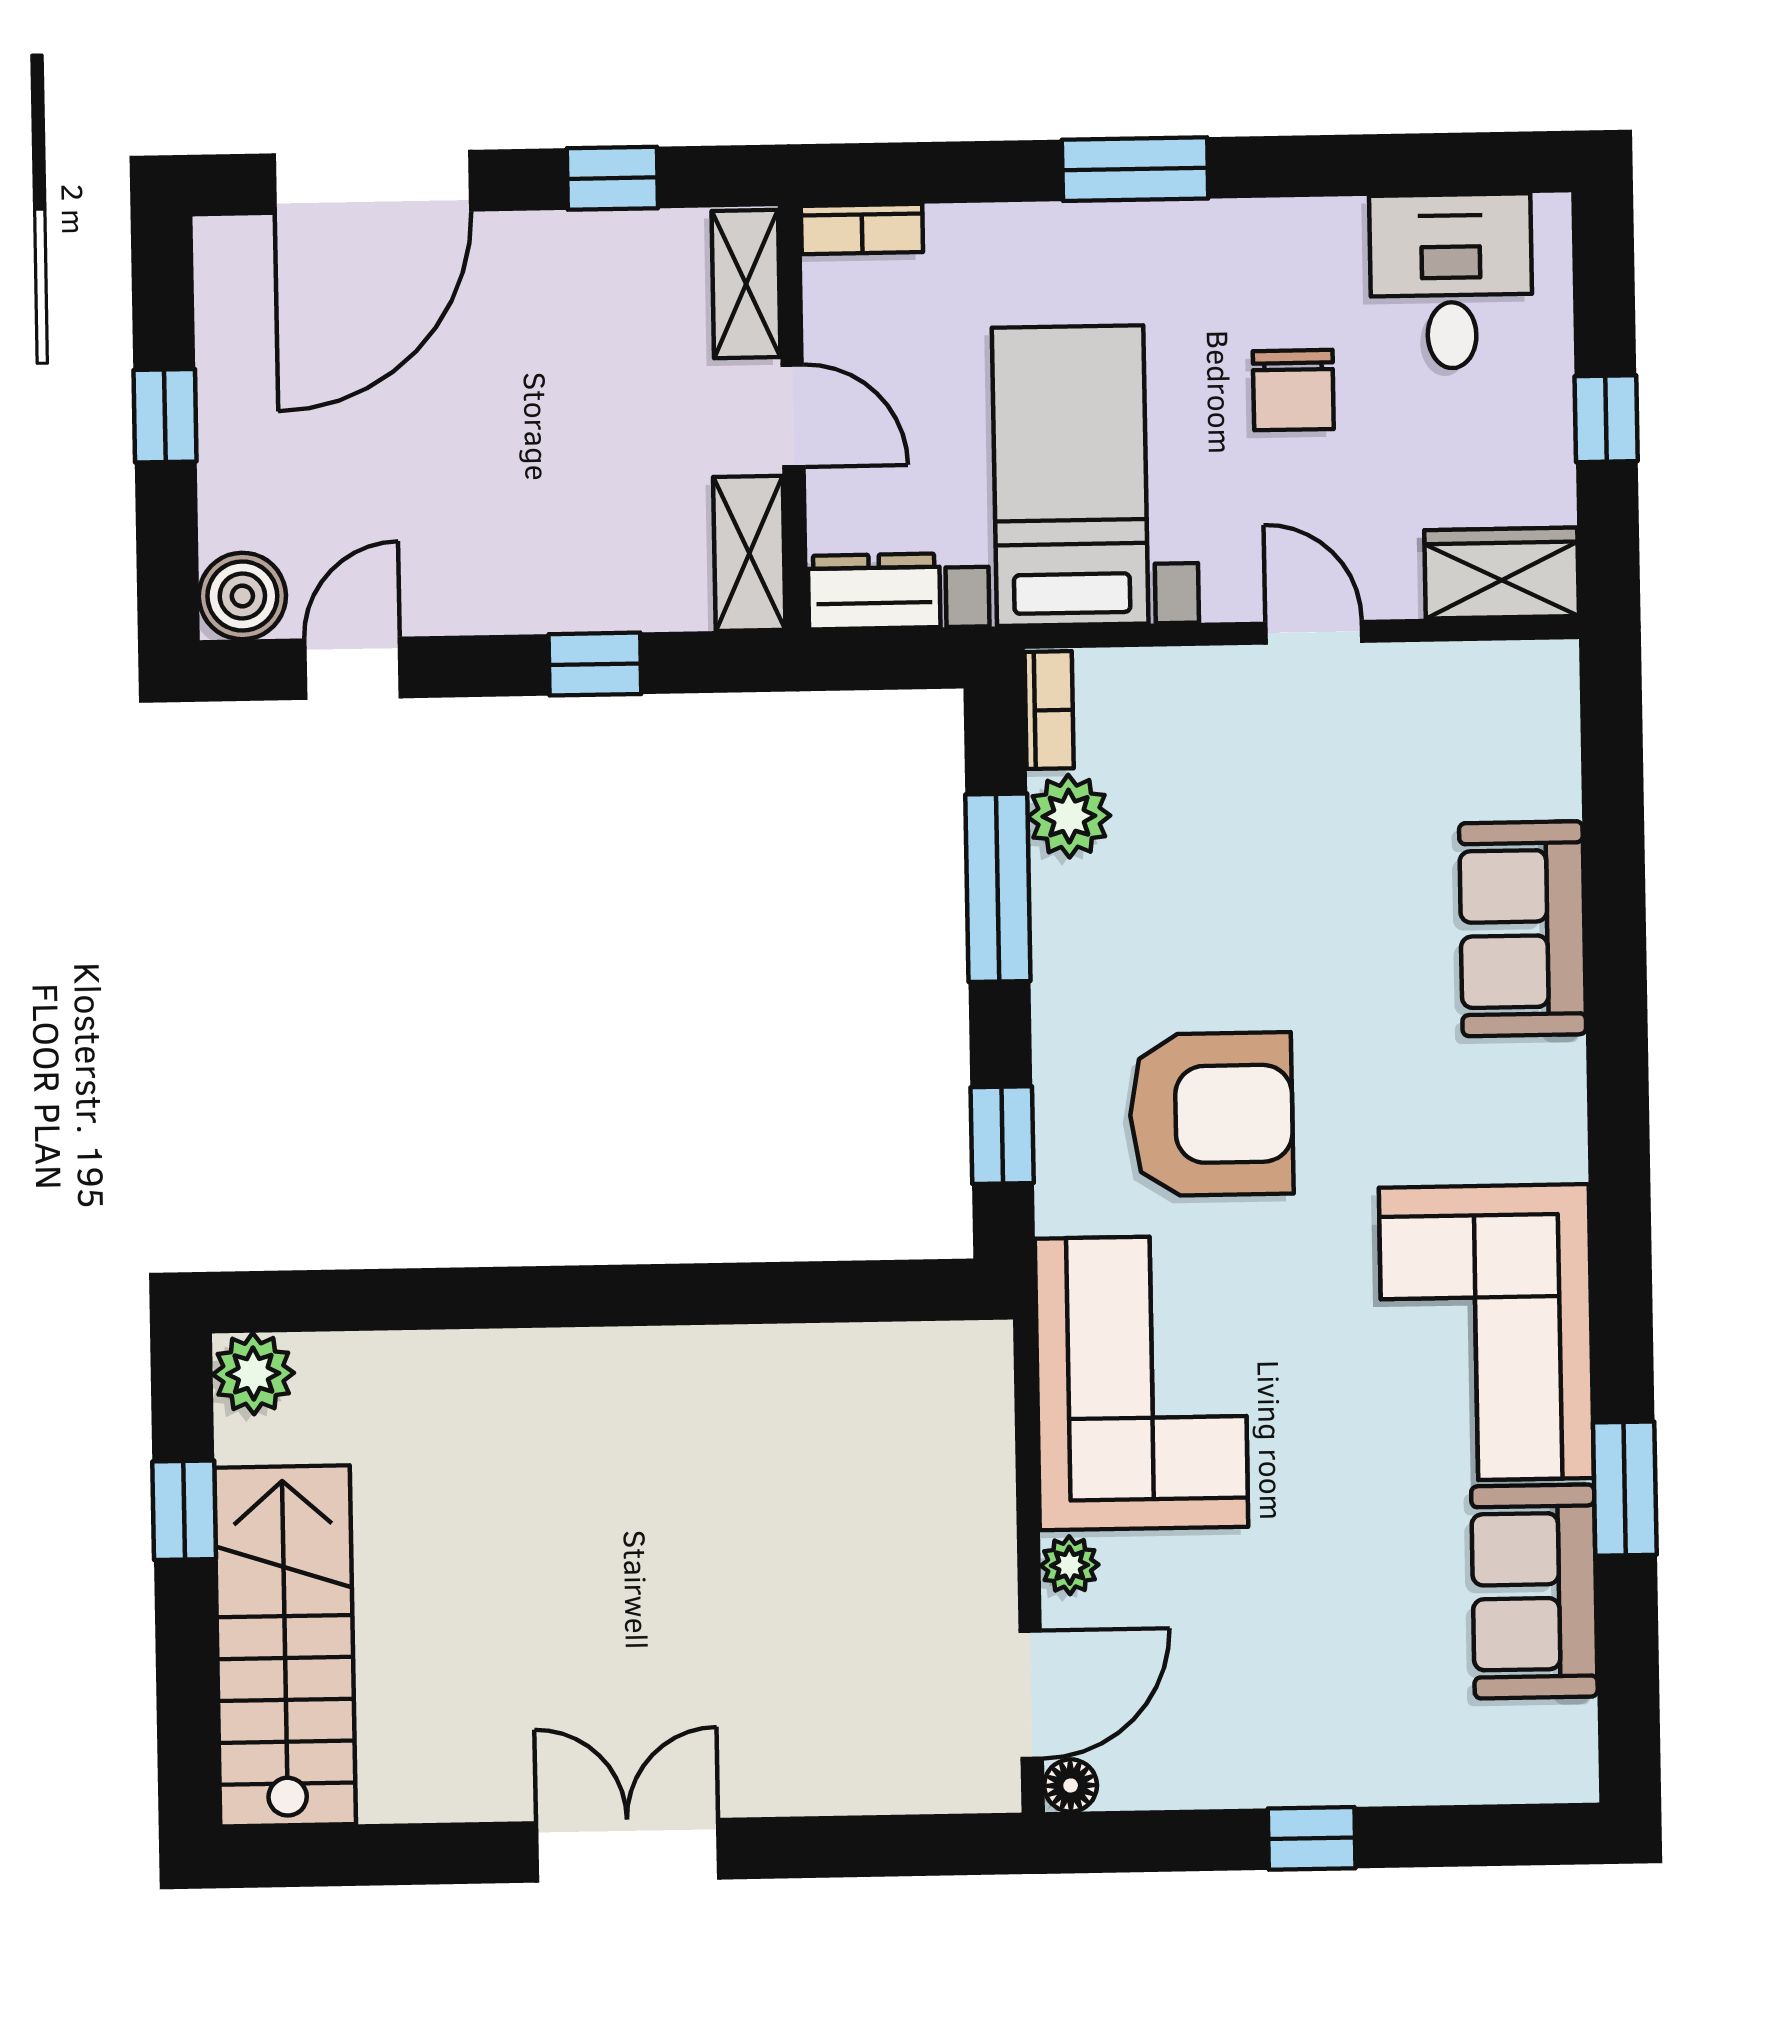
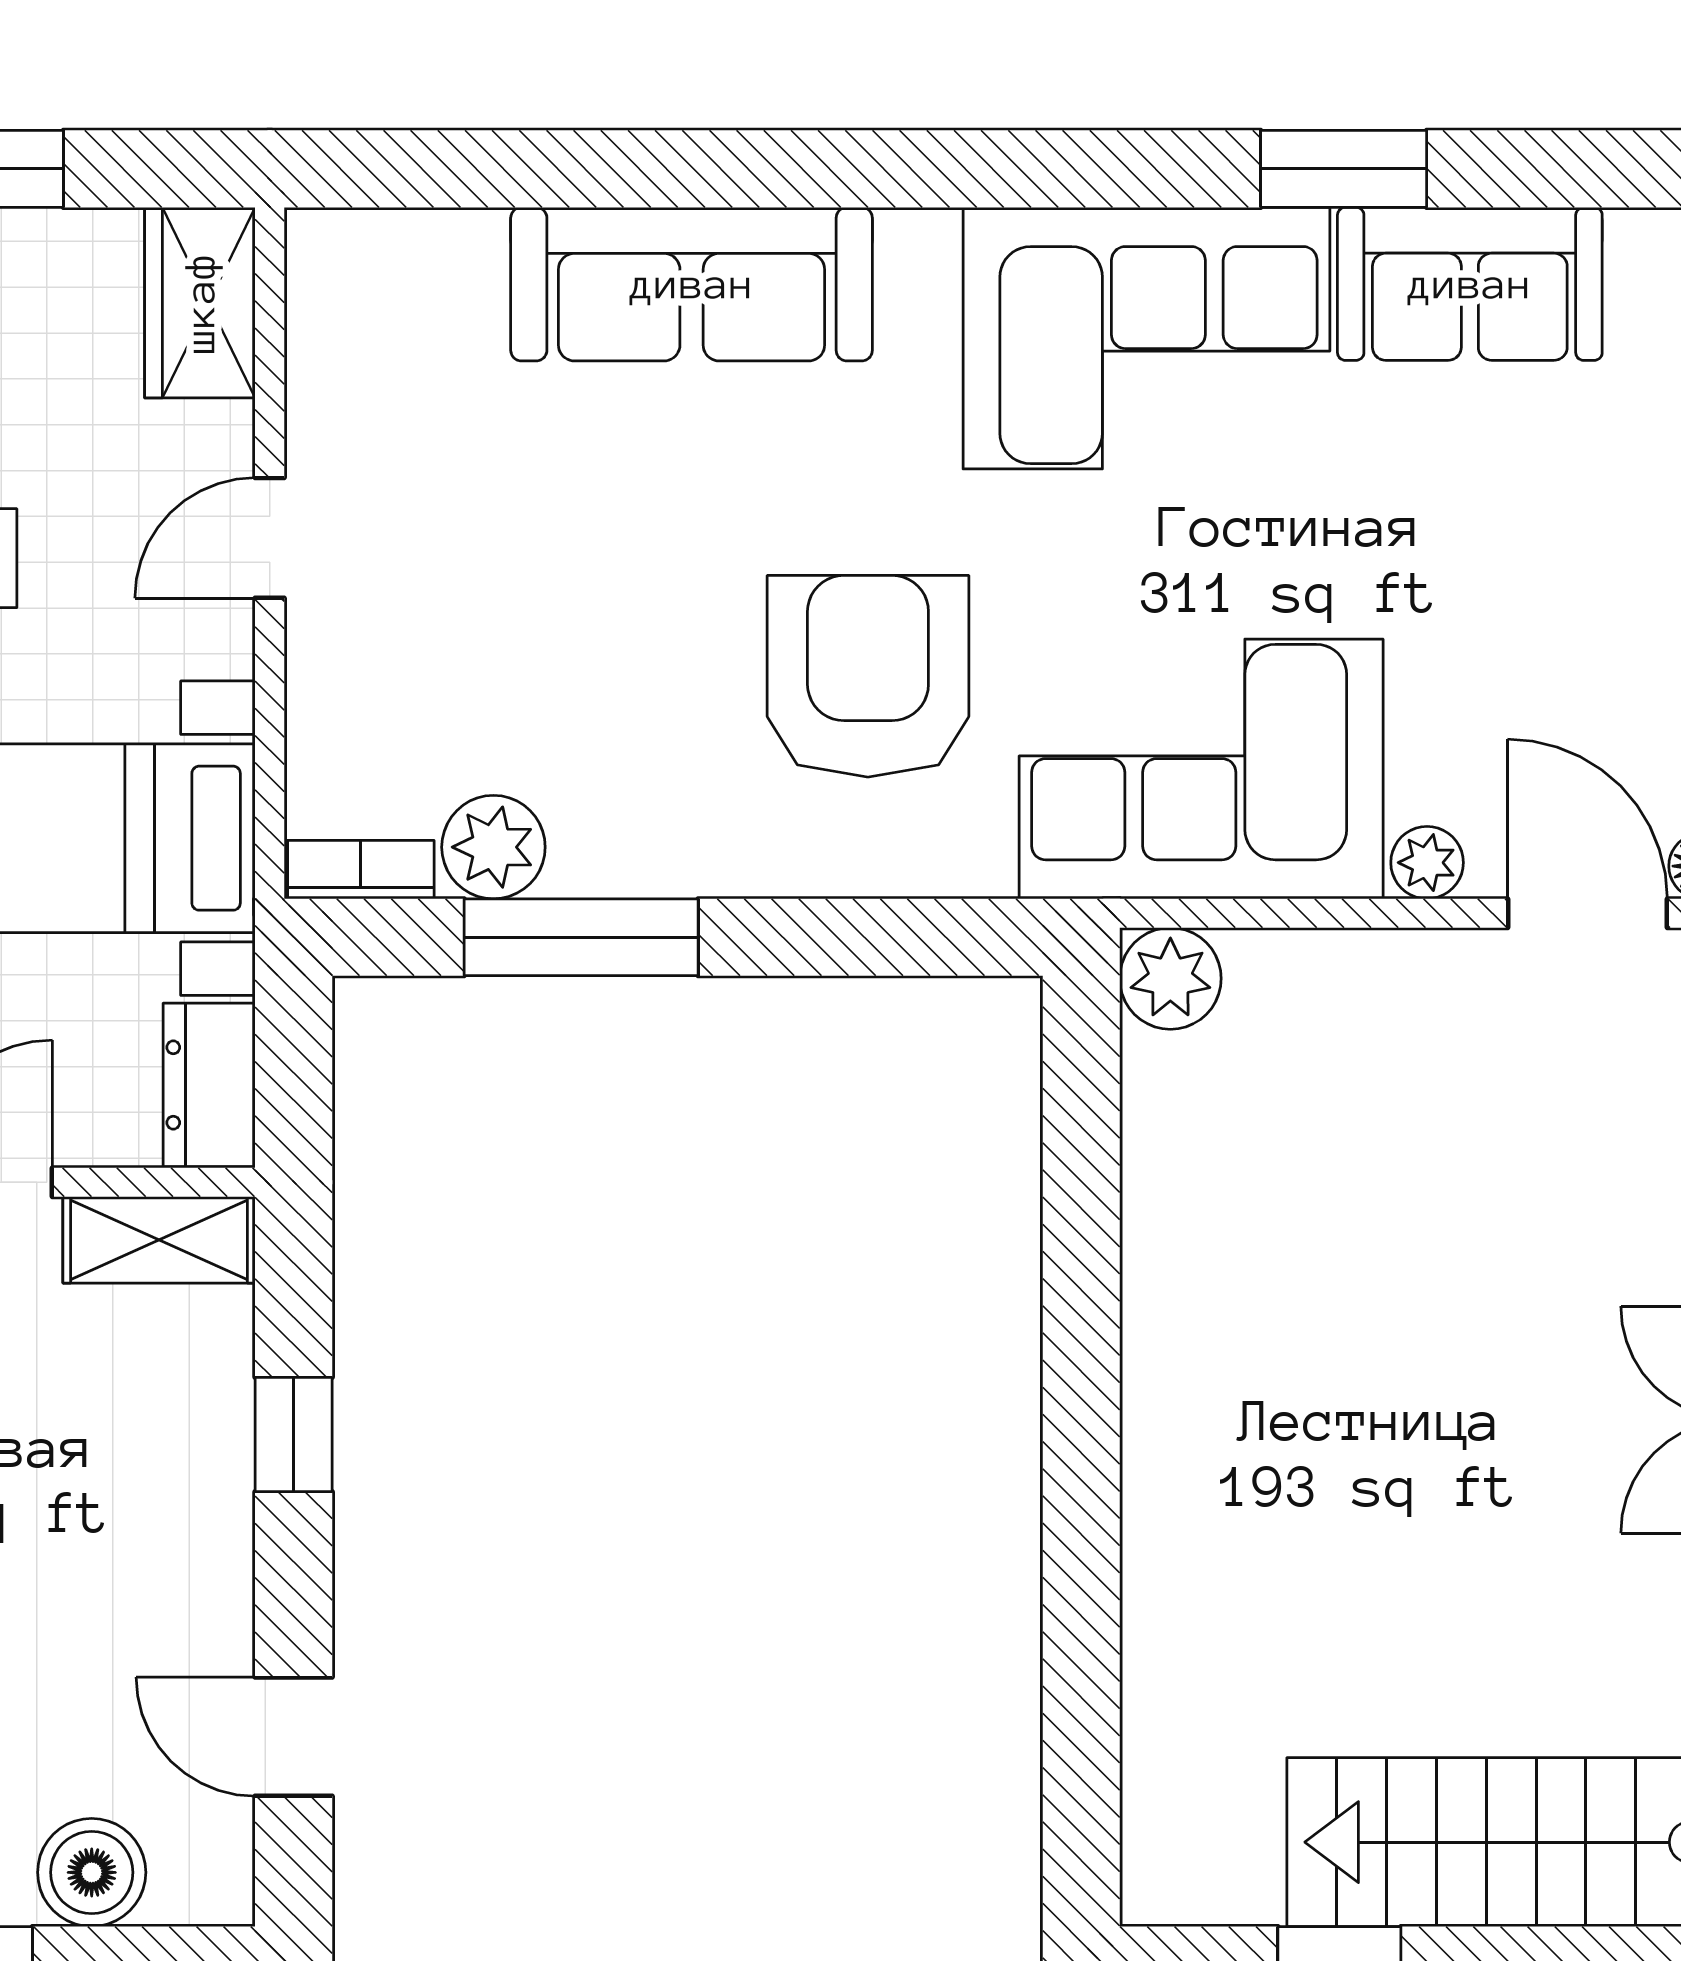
boiler: (242, 596) -> (92, 1872), moved
sofa: (1523, 929) -> (692, 284), width x1.36
window: (1002, 1135) -> (889, 937), removed
plant: (253, 1374) -> (1170, 978), moved

